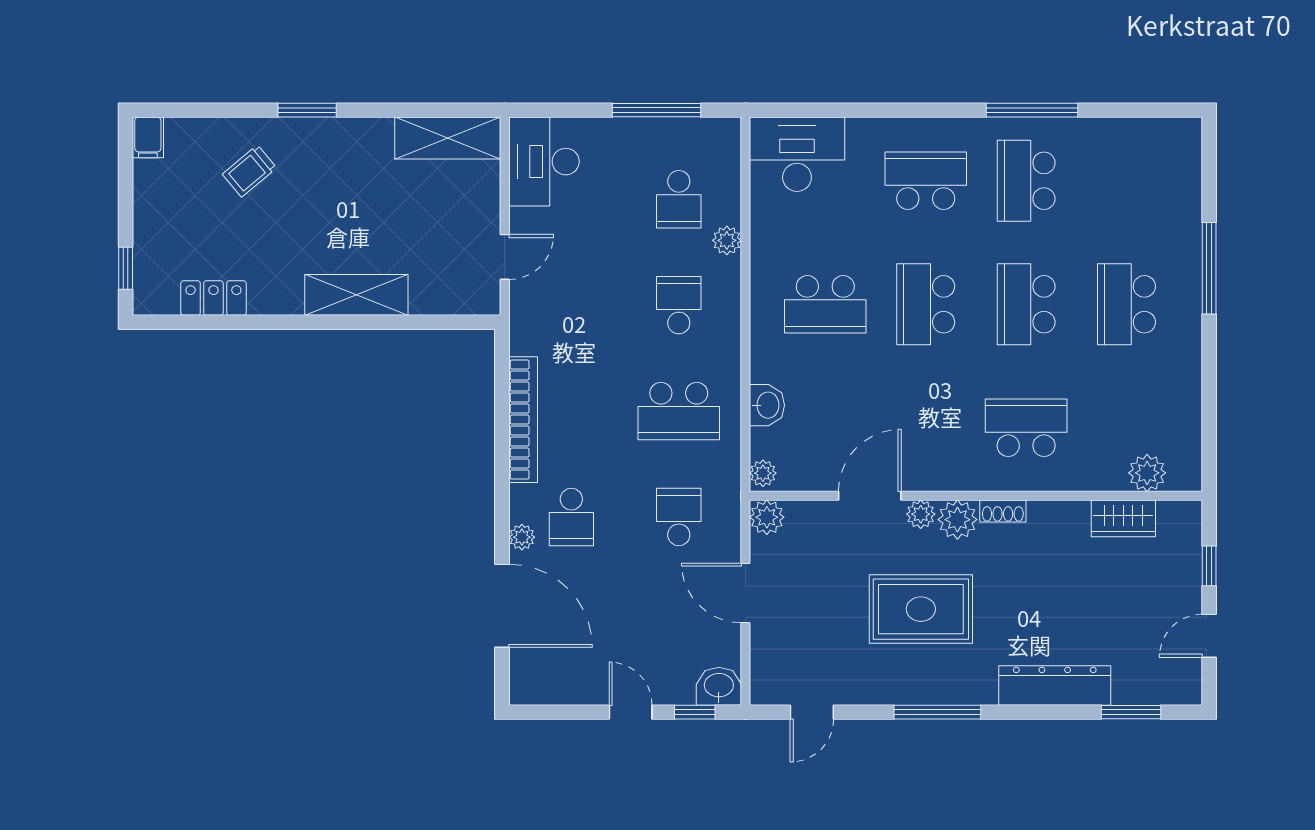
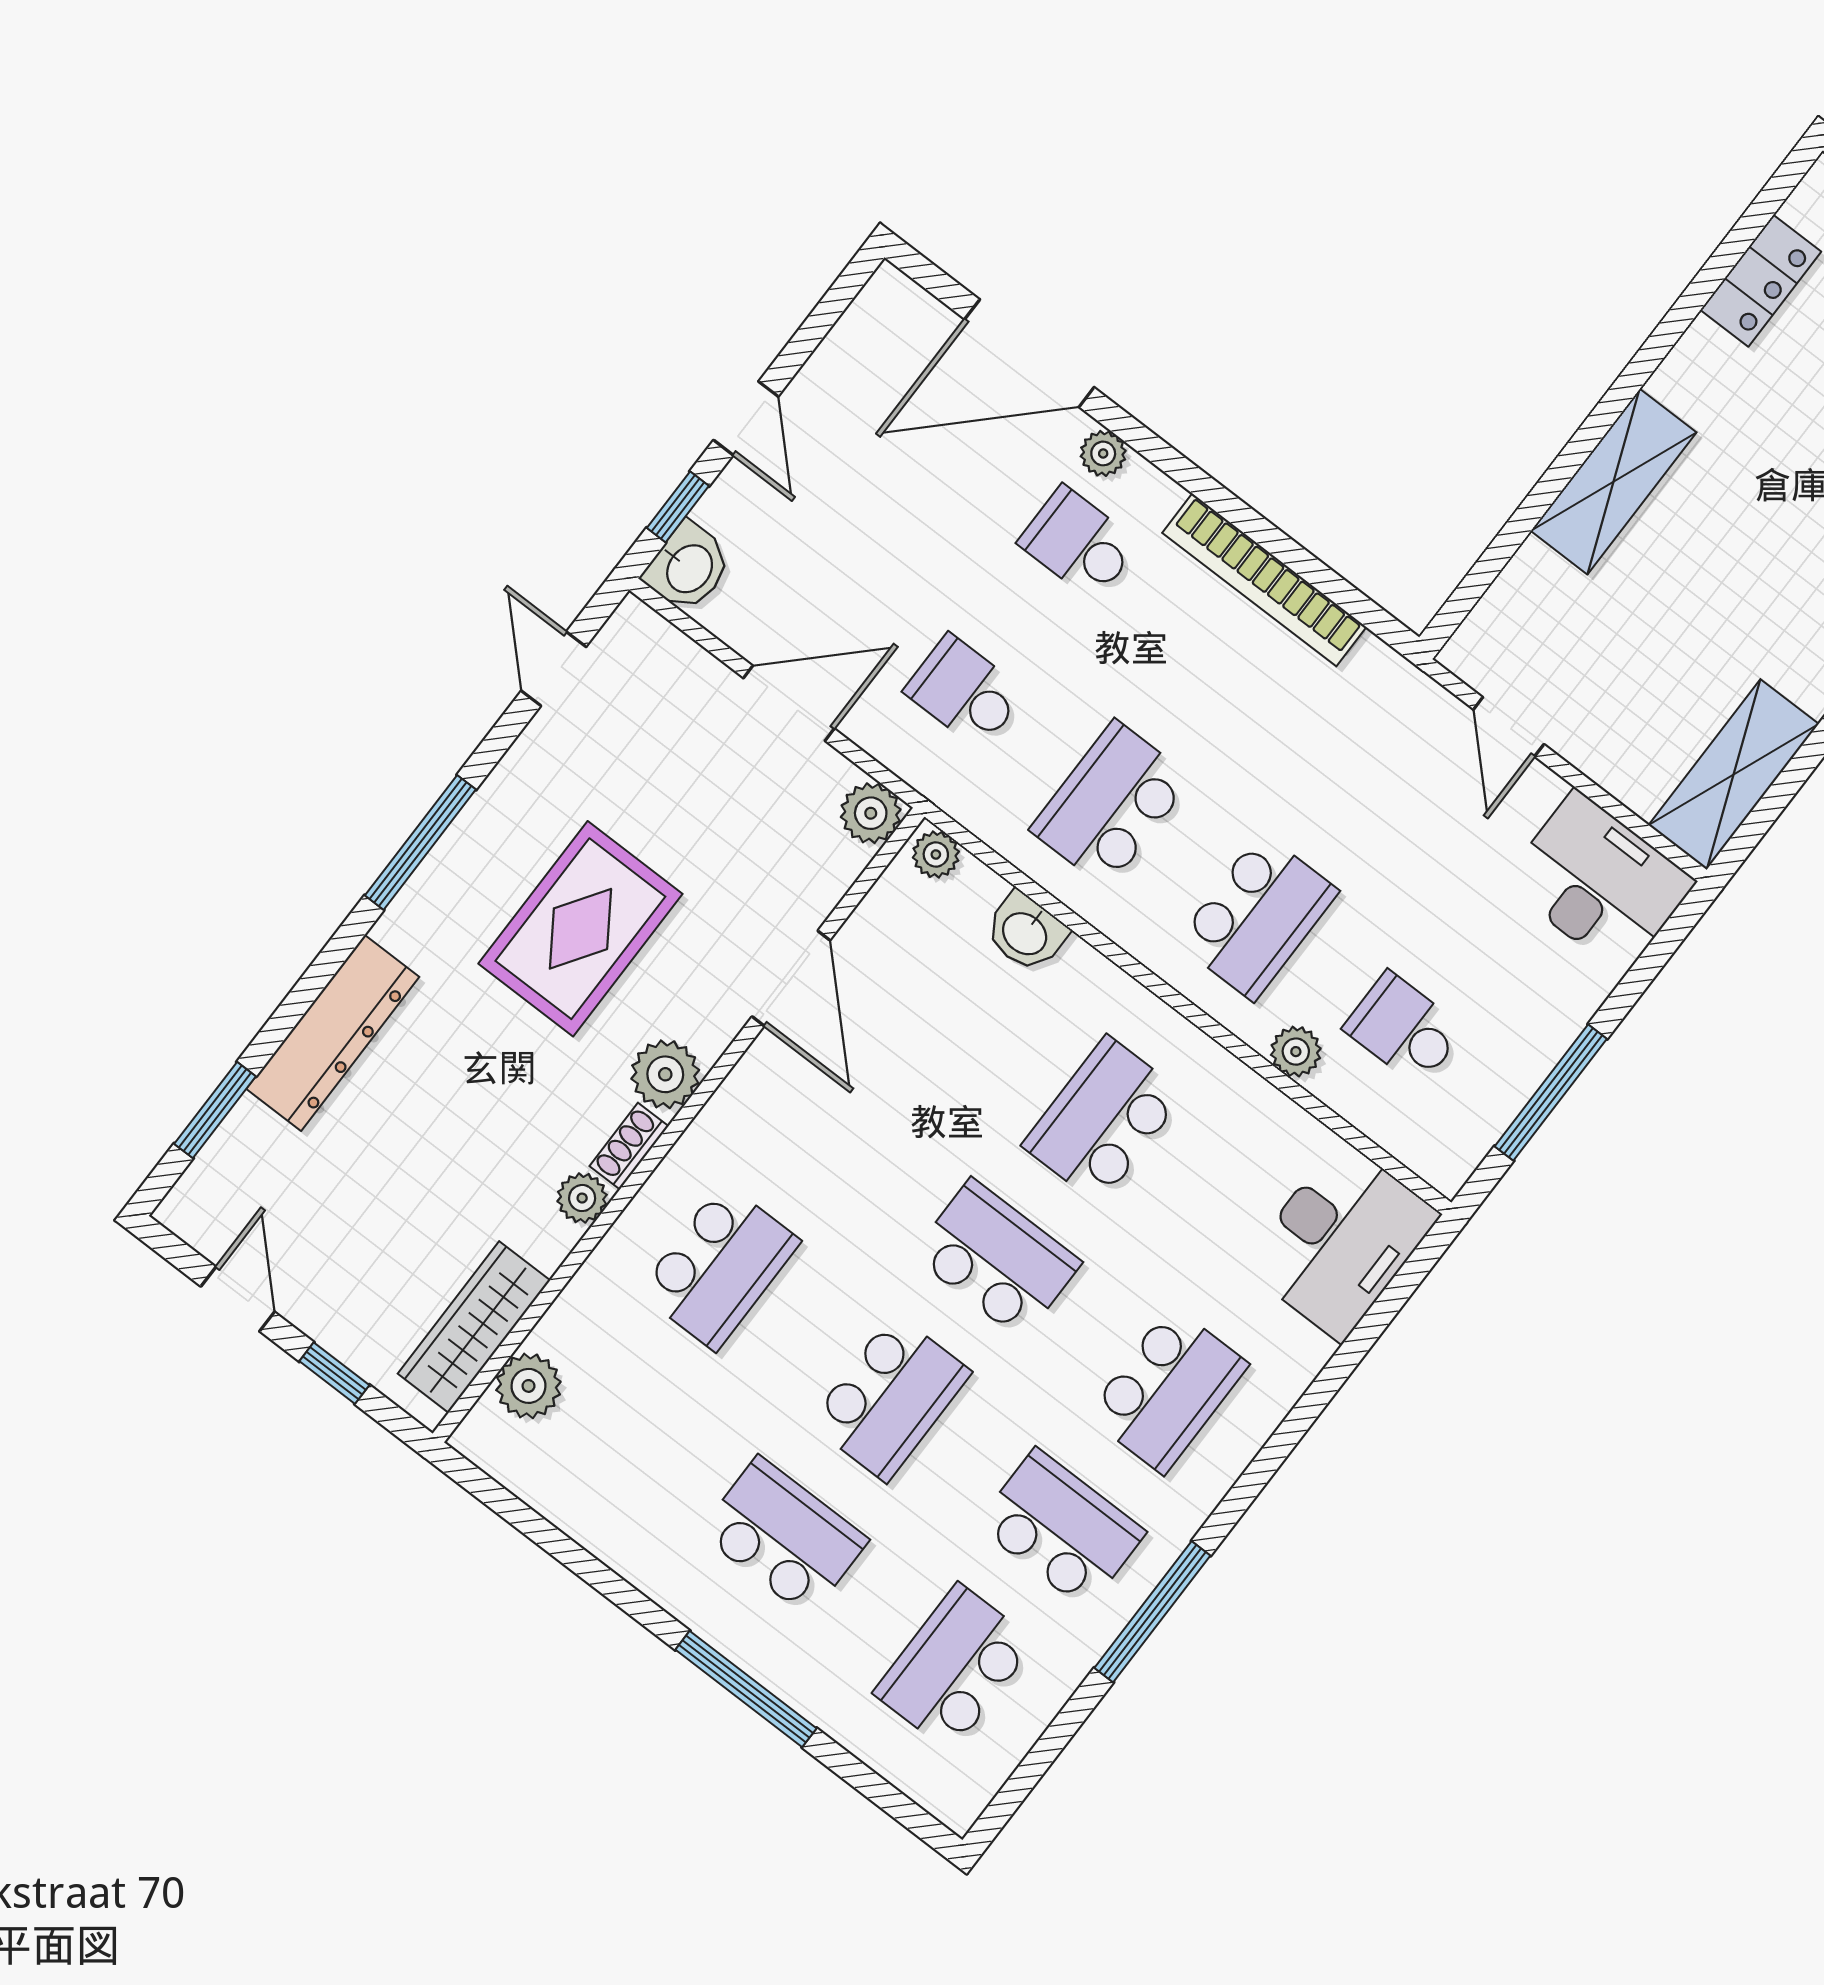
school desk: (1126, 181) -> (954, 1667), added
school desk: (1026, 304) -> (890, 1398), turned 90
school desk: (679, 305) -> (1257, 917), width x1.85
plant: (921, 514) -> (582, 1198), moved
school desk: (679, 517) -> (965, 692), turned 180
wardrobe: (1123, 518) -> (474, 1327), width x1.50
door: (631, 712) -> (746, 418), hinge flipped

